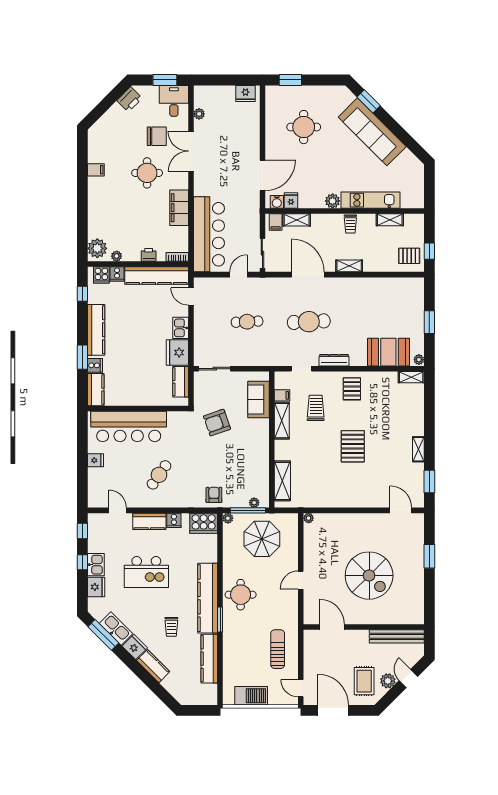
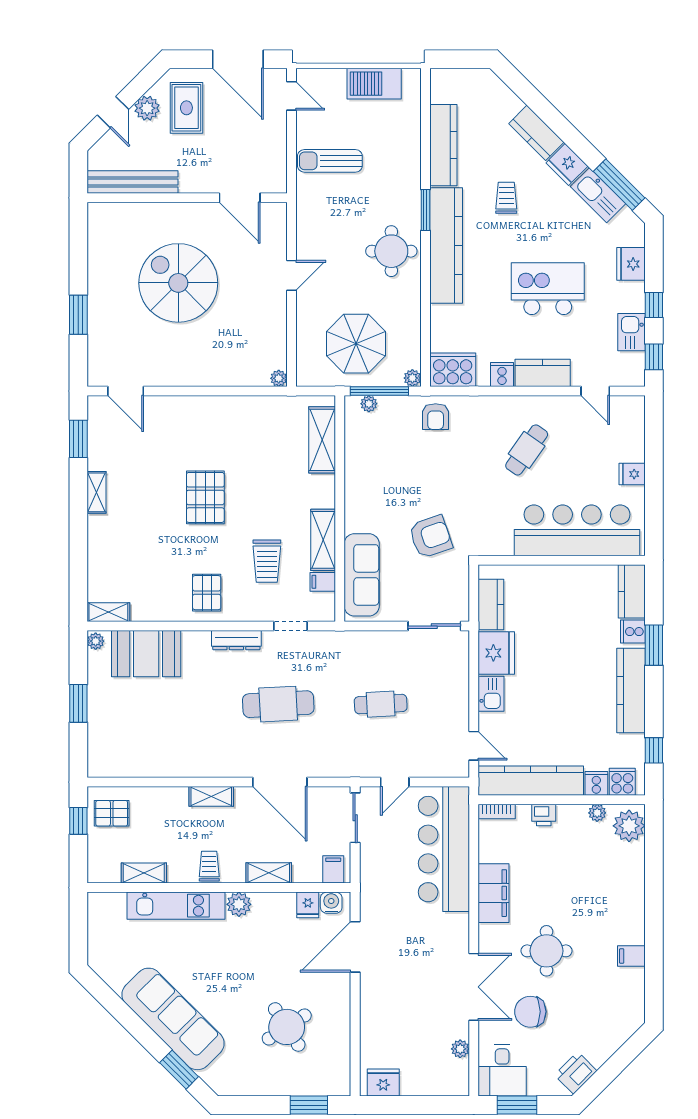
round table: (304, 127) -> (287, 1027), turned -33
shelving: (297, 220) -> (269, 873), moved
sofa: (258, 400) -> (362, 575), width x1.36
kitchen sink: (96, 565) -> (631, 332), moved
sun lounger: (278, 649) -> (330, 161), turned 90

